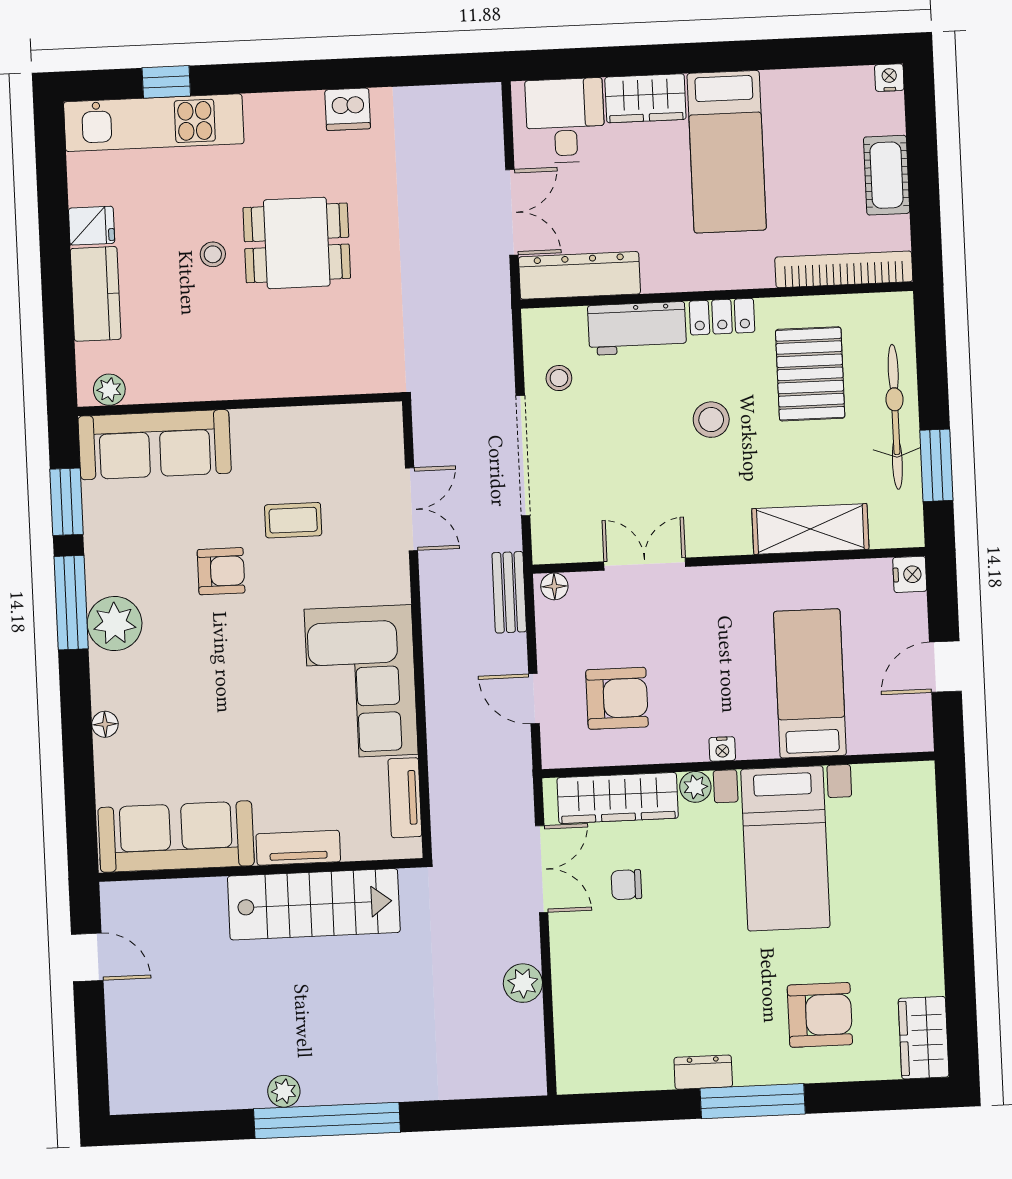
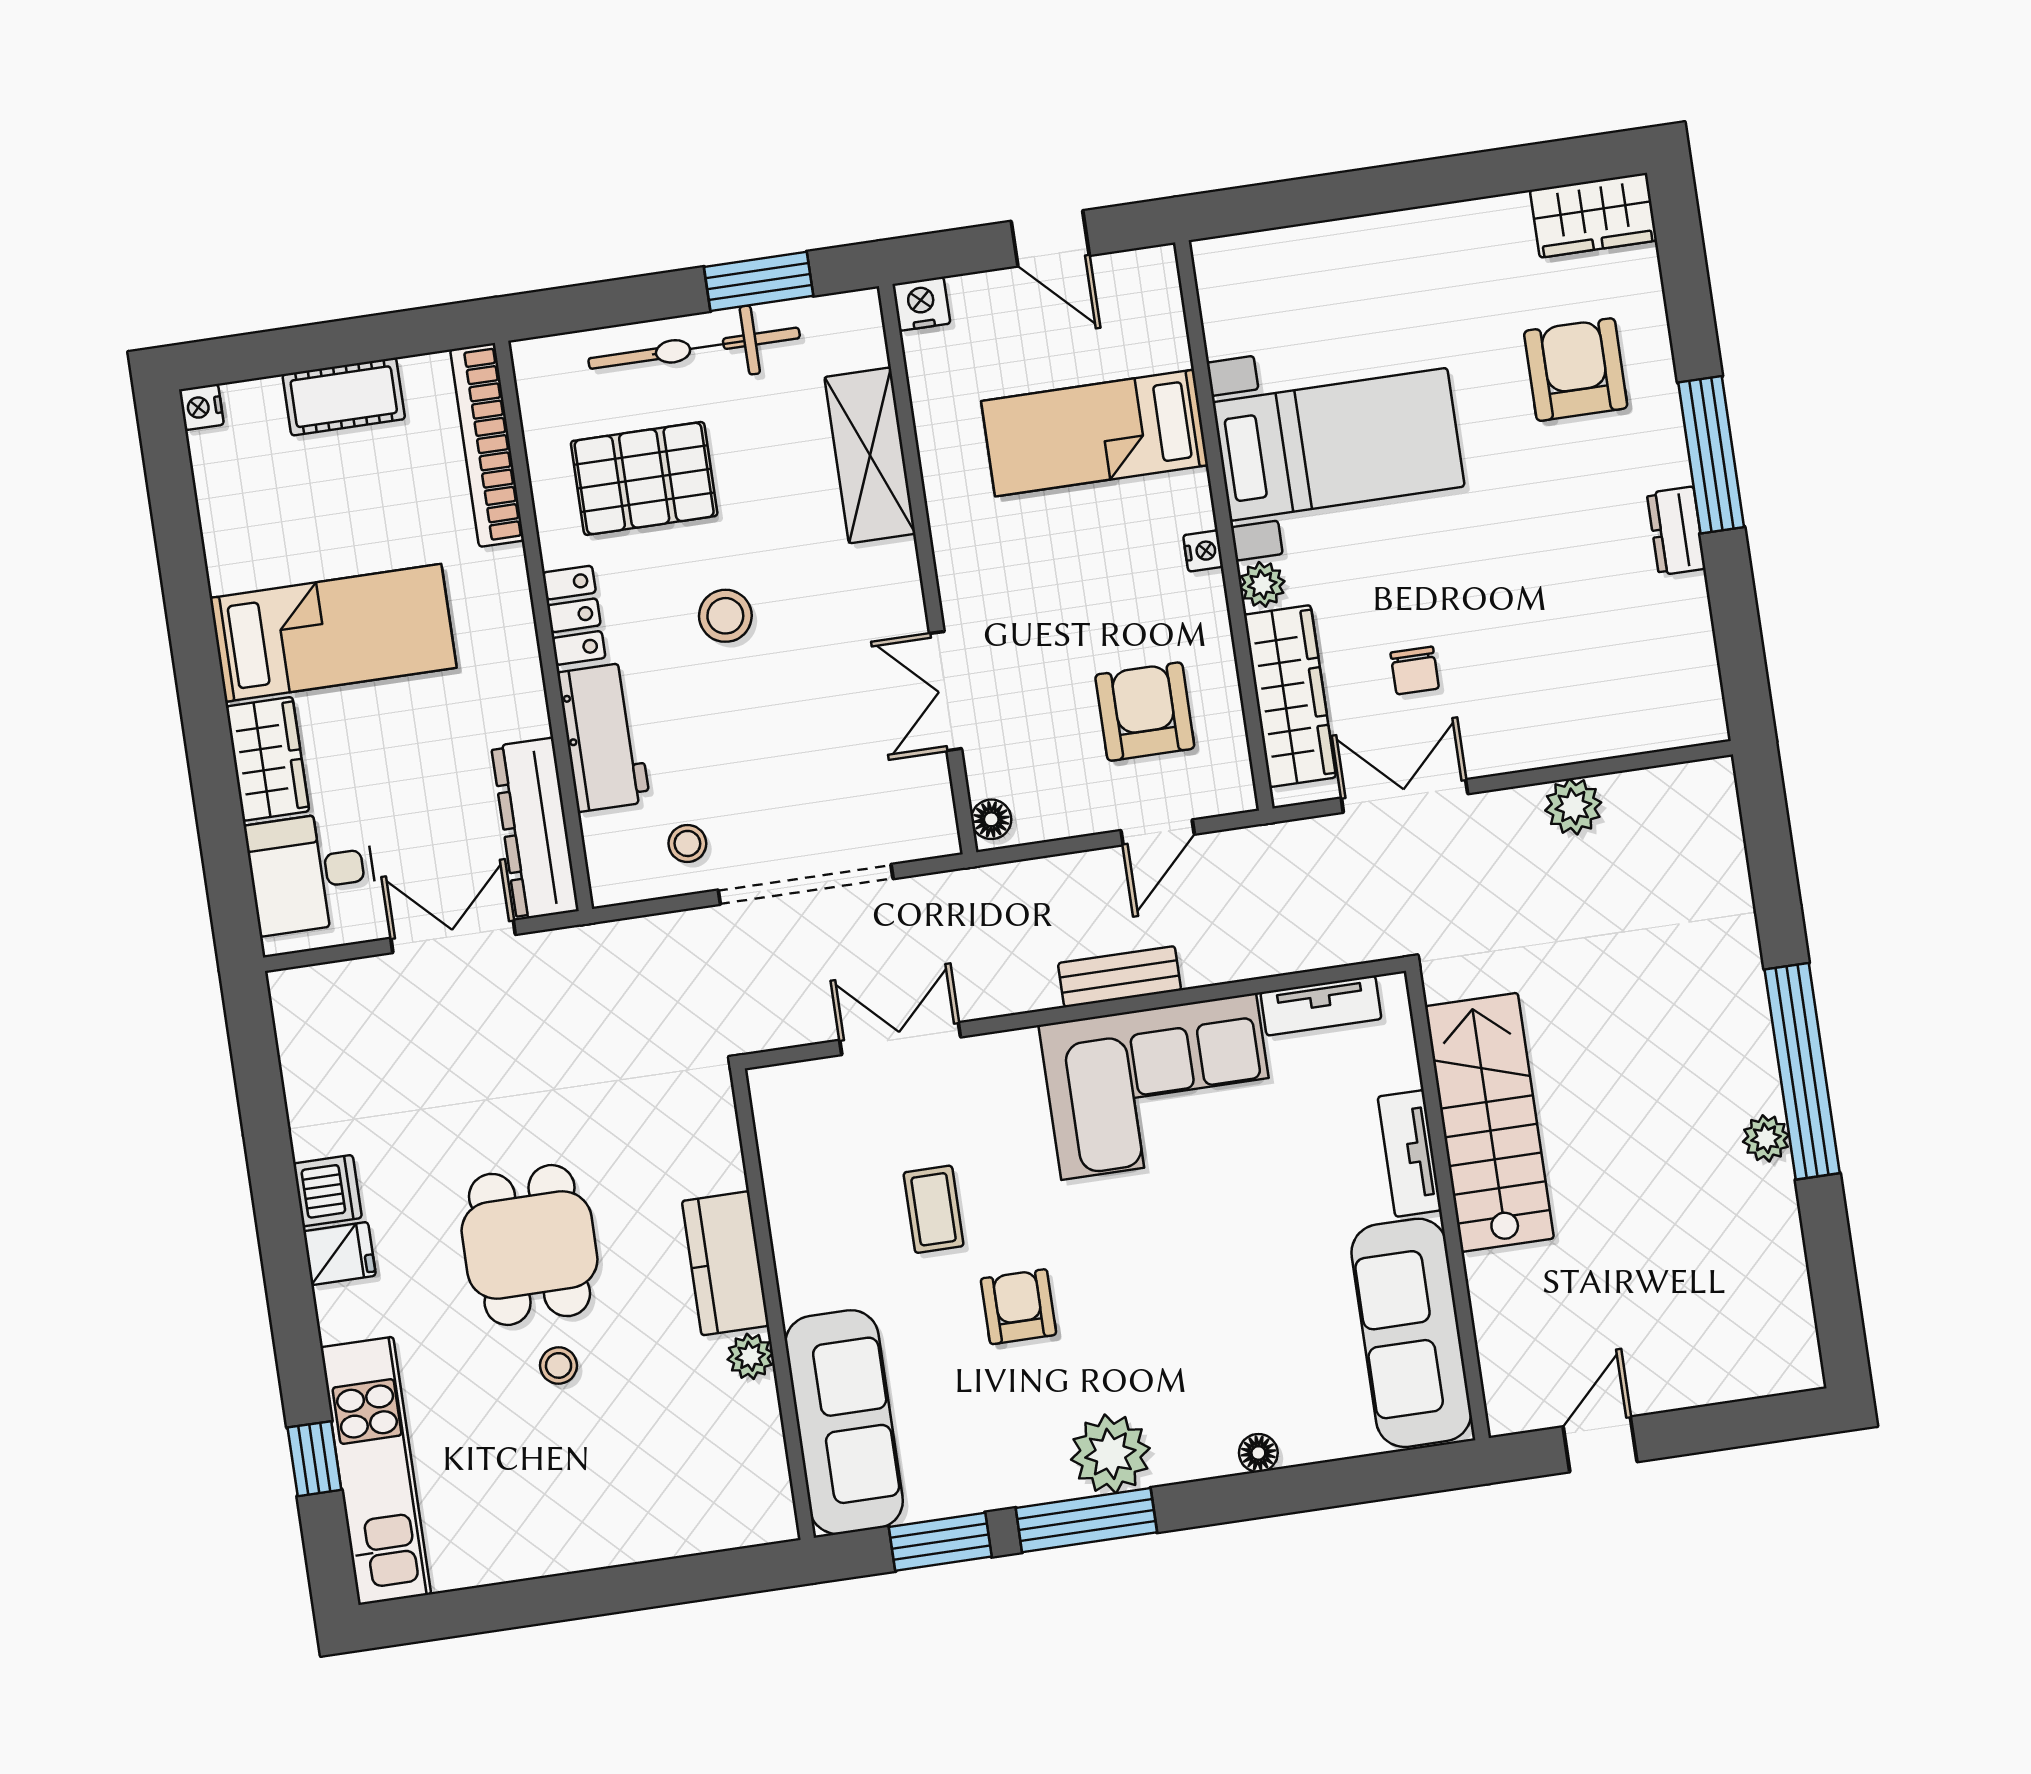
fridge: (92, 226) -> (340, 1253), moved, turned 90
kitchen counter: (96, 294) -> (725, 1263), moved, turned -90
plant: (109, 390) -> (750, 1356), moved
bench: (509, 592) -> (1120, 977), moved

